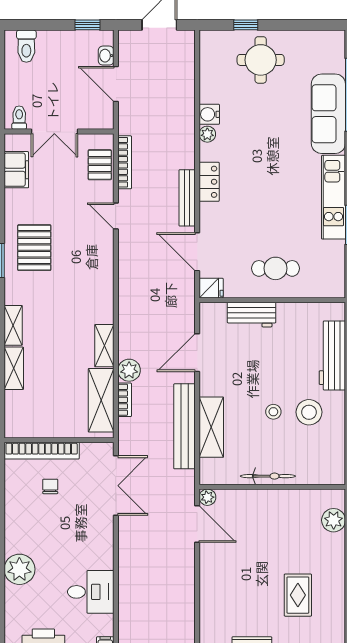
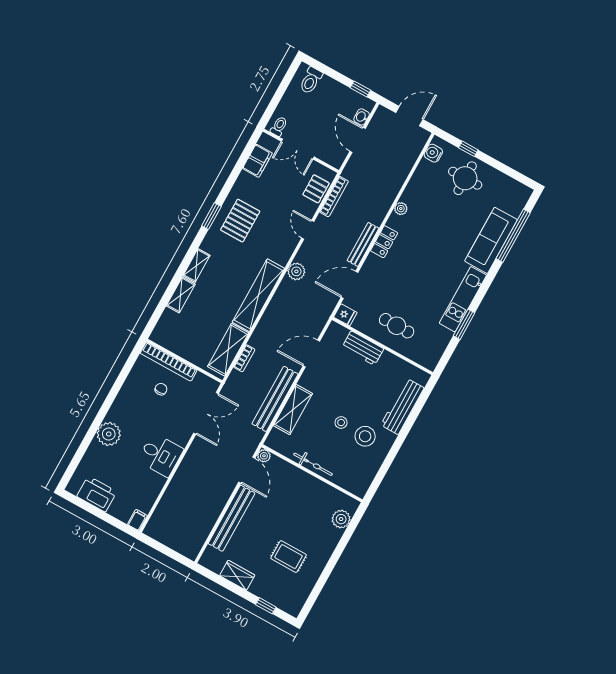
water cooler: (209, 114) -> (433, 153), moved
door: (197, 252) -> (349, 285), hinge flipped
shelving: (104, 346) -> (258, 295), width x2.20, depth x1.33
plant: (129, 370) -> (296, 271), moved
bench: (210, 587) -> (232, 518), added
desk: (91, 592) -> (161, 455), moved
rug: (298, 595) -> (289, 557), turned 90

